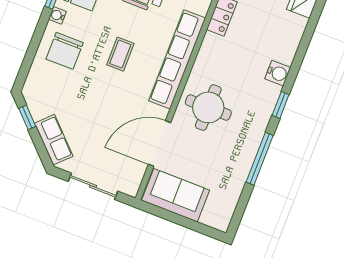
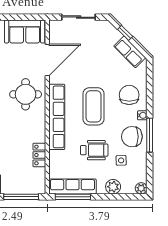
coffee table: (120, 54) -> (94, 106), width x1.86, depth x1.72
window: (27, 117) -> (125, 33), moved
row of seats: (54, 140) -> (130, 52), moved

